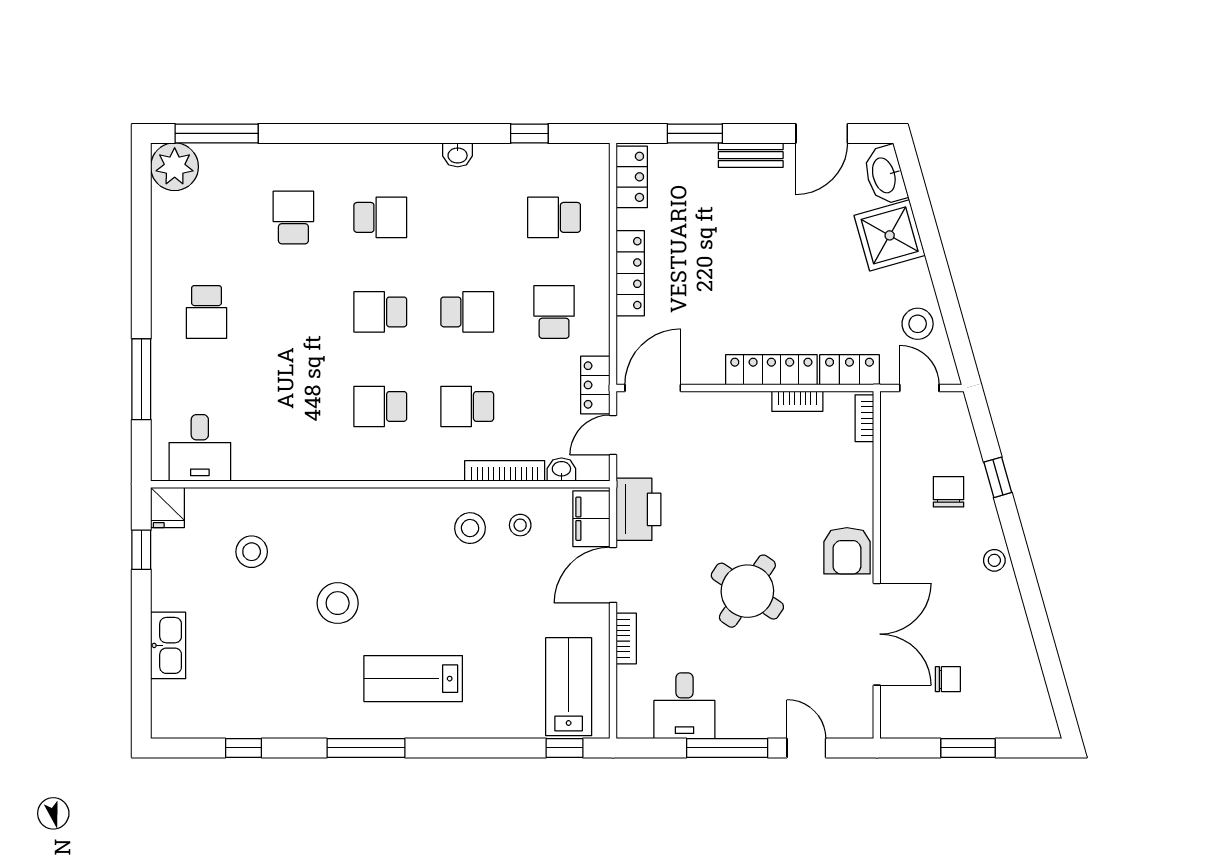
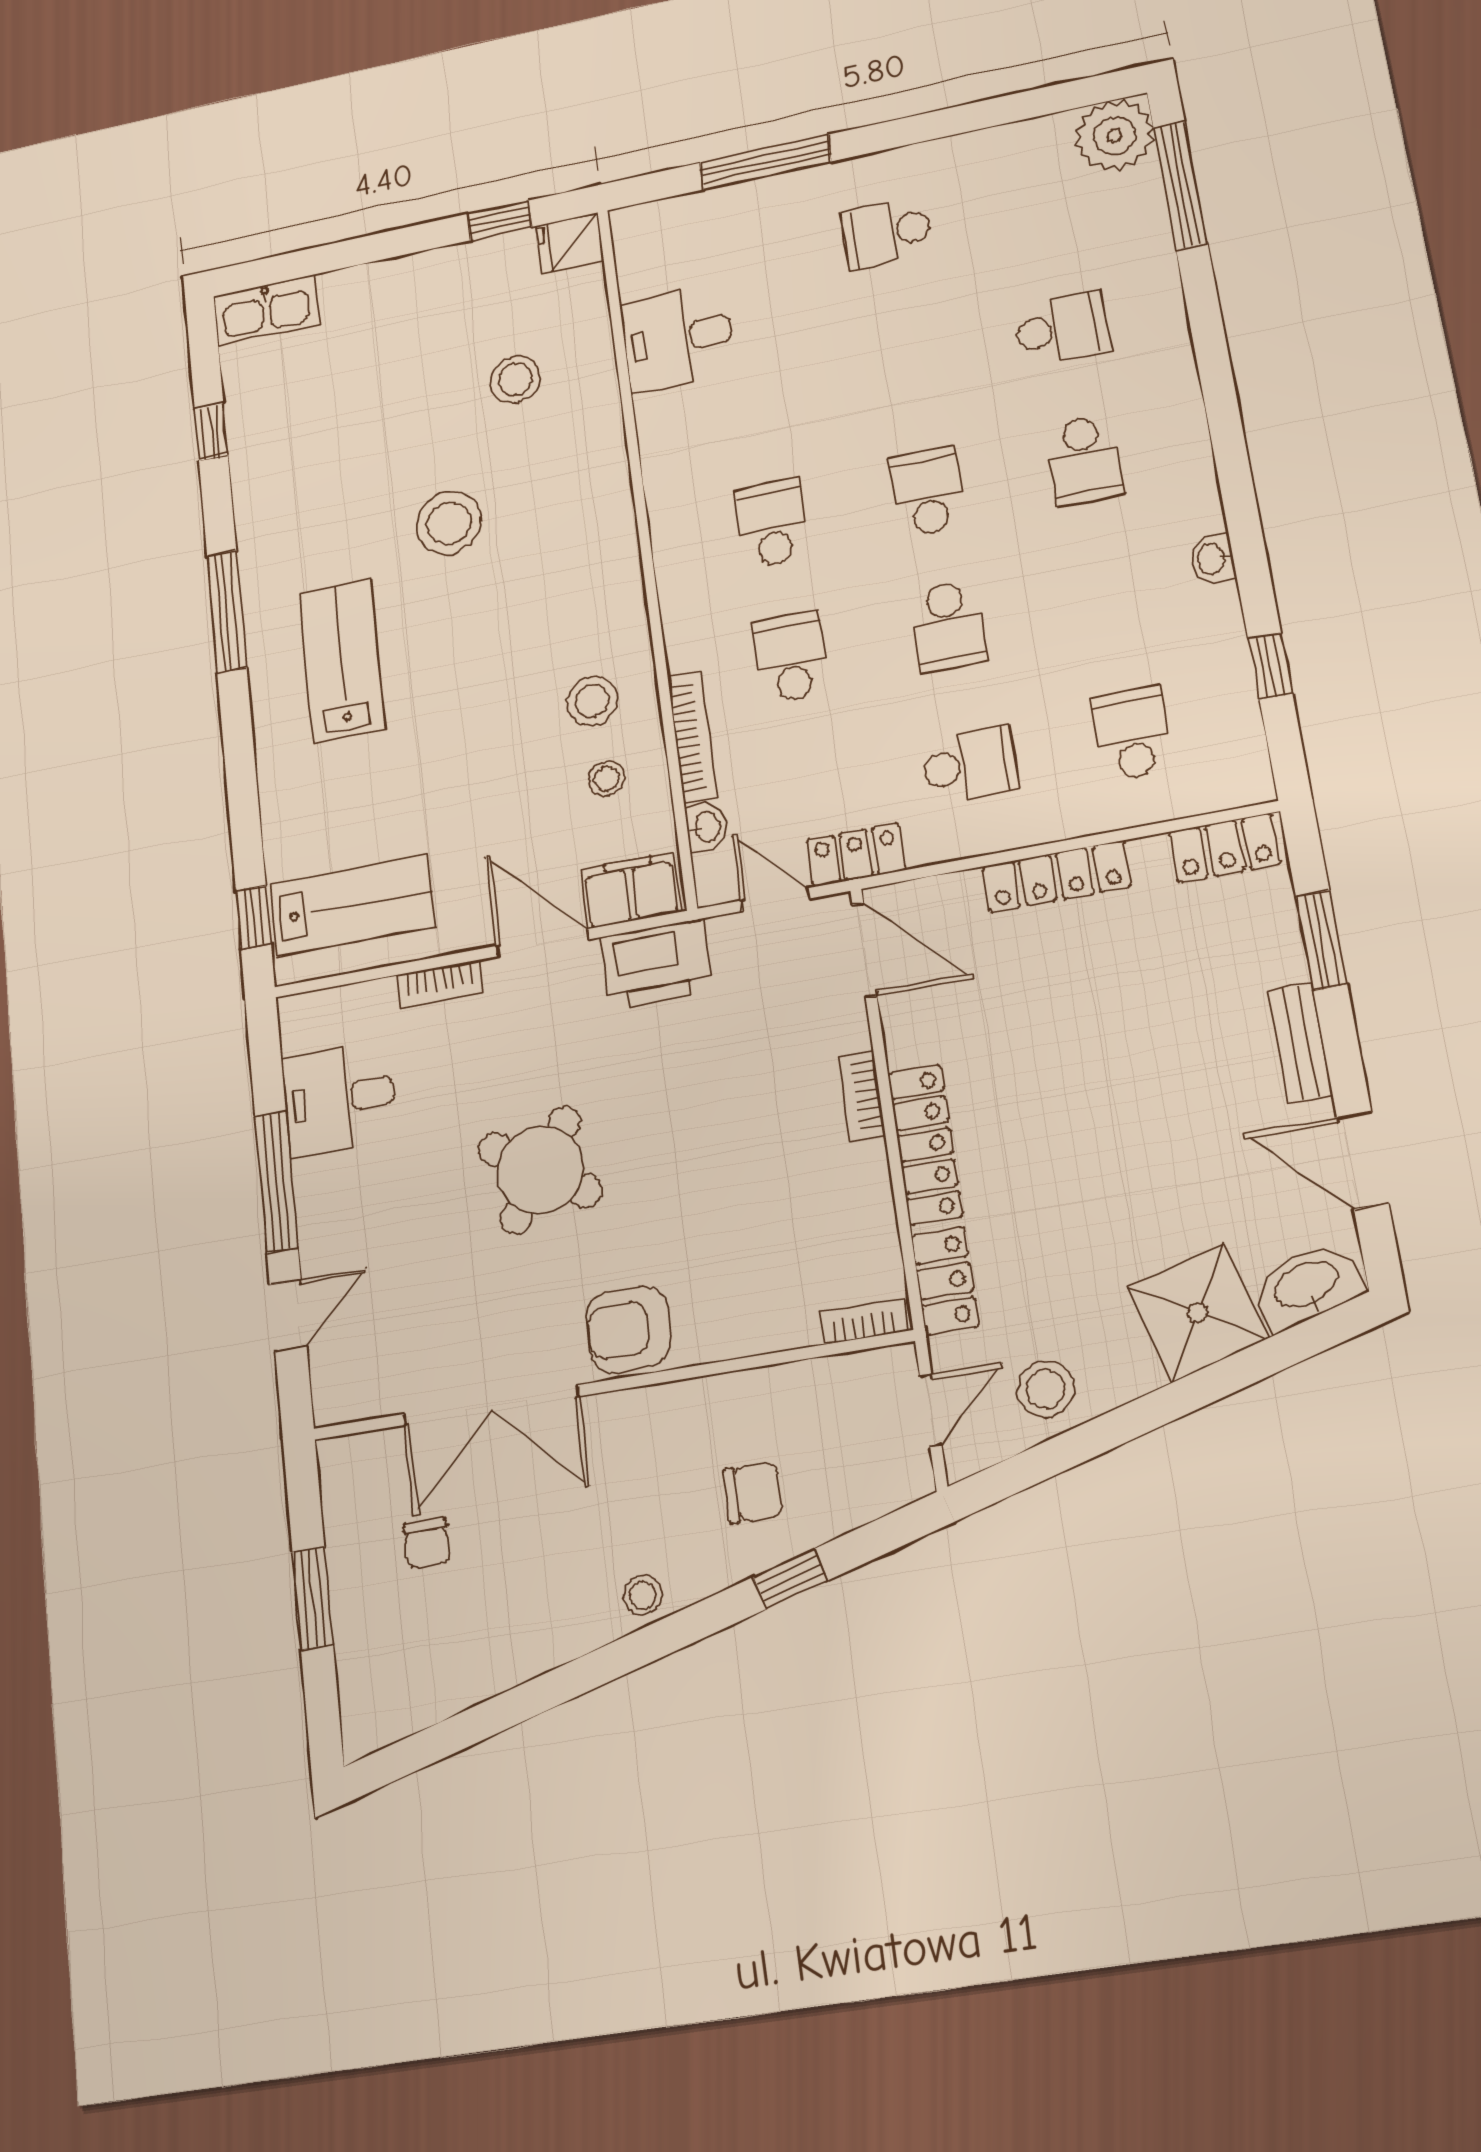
bookcase: (797, 401) -> (862, 1096), moved
desk: (200, 448) -> (678, 338), moved
kitchen sink: (168, 645) -> (266, 310), moved

